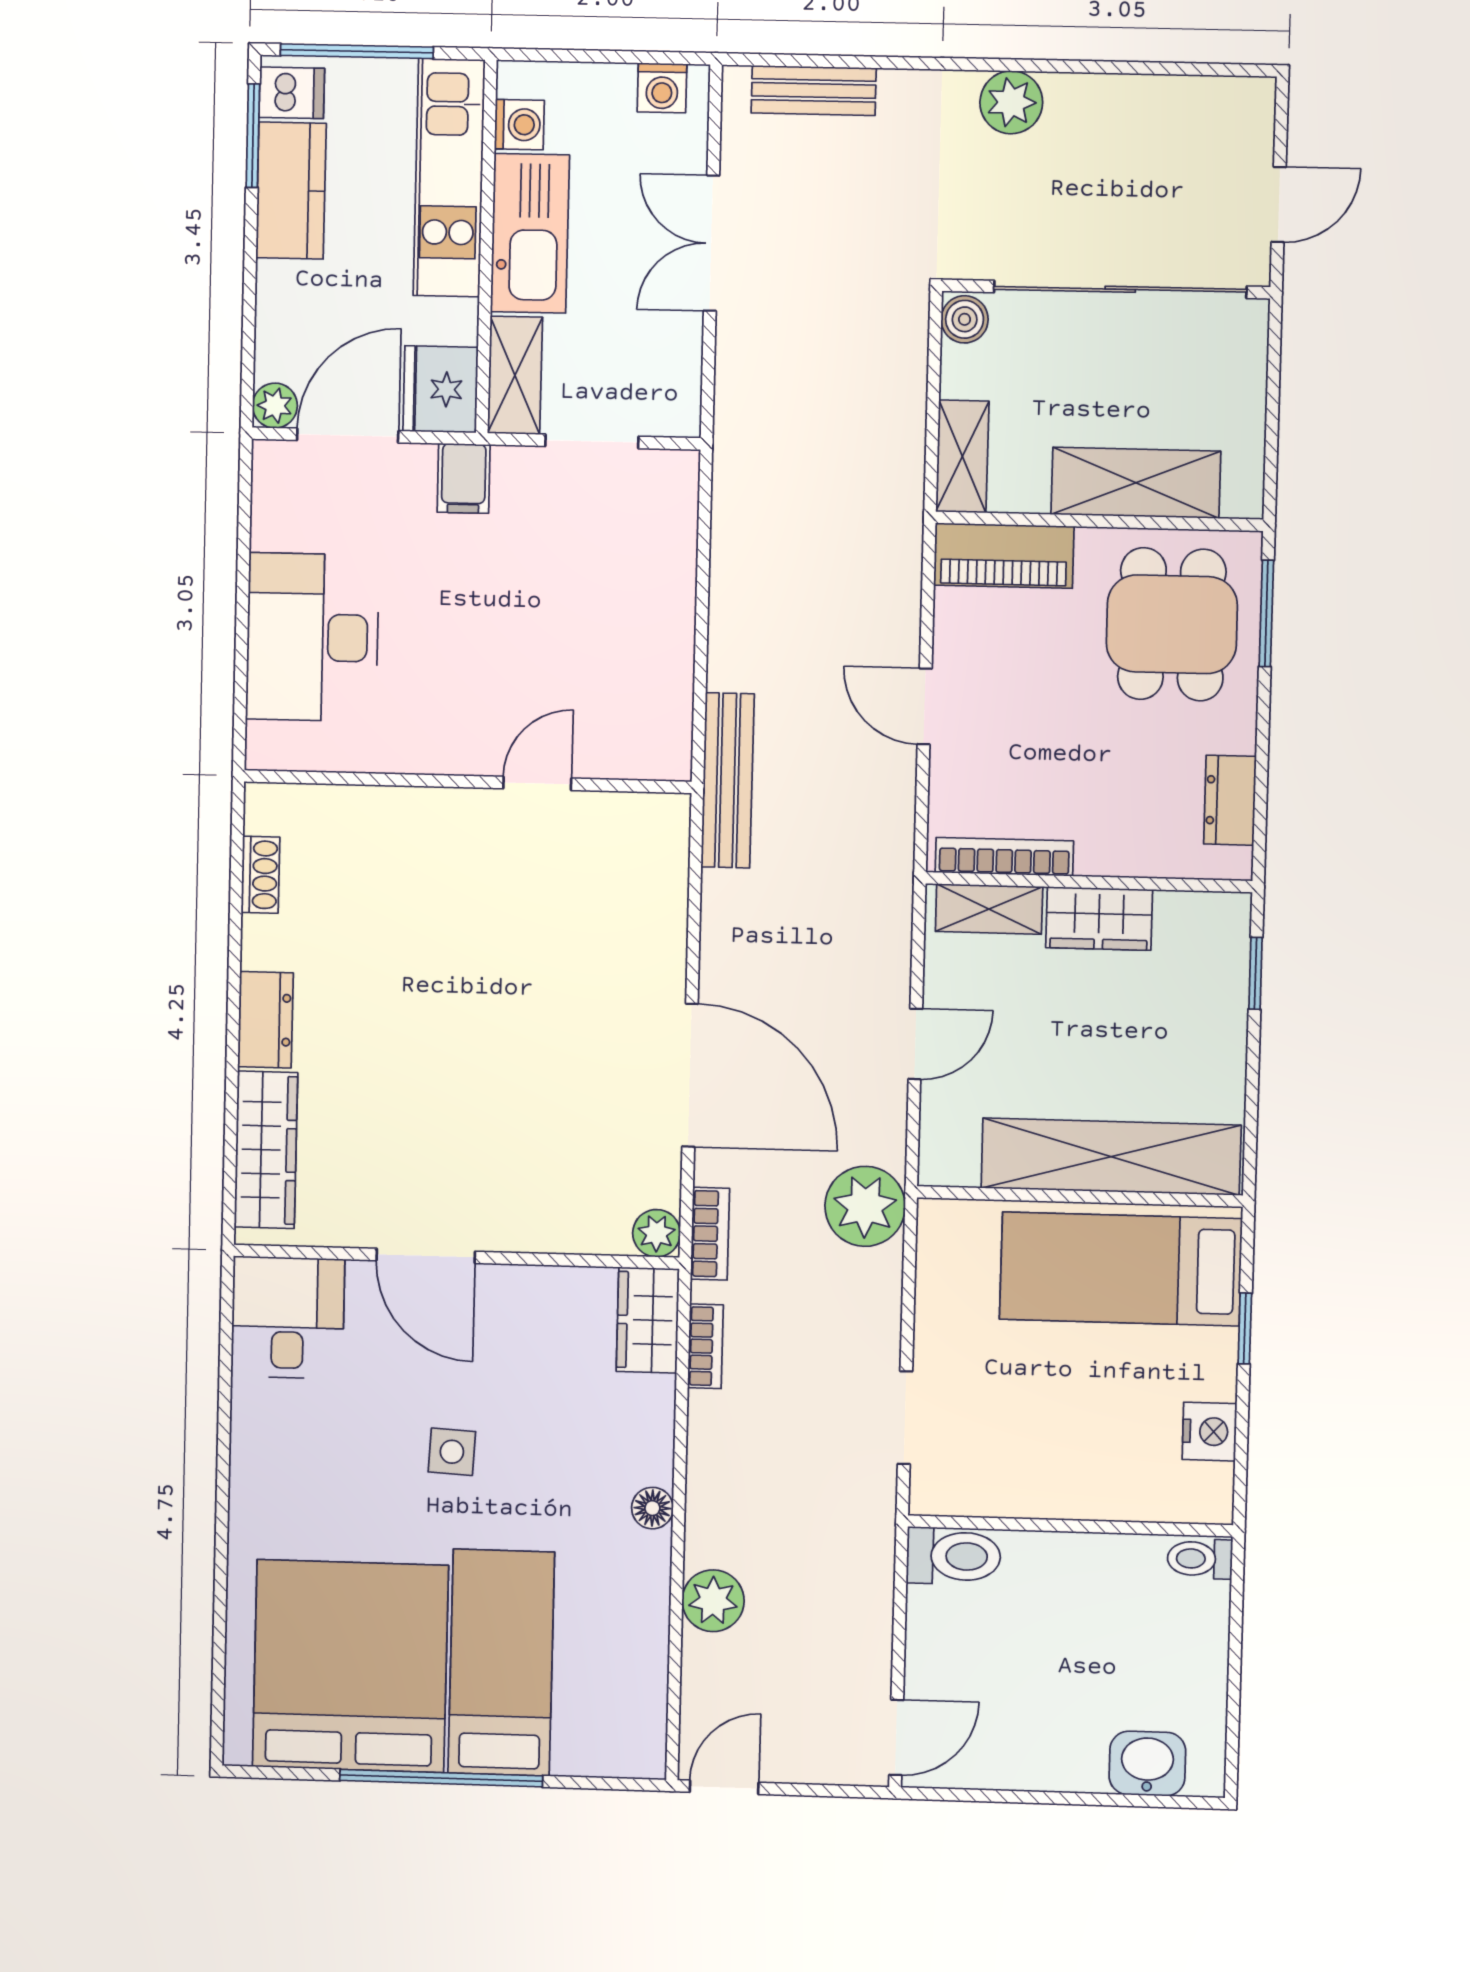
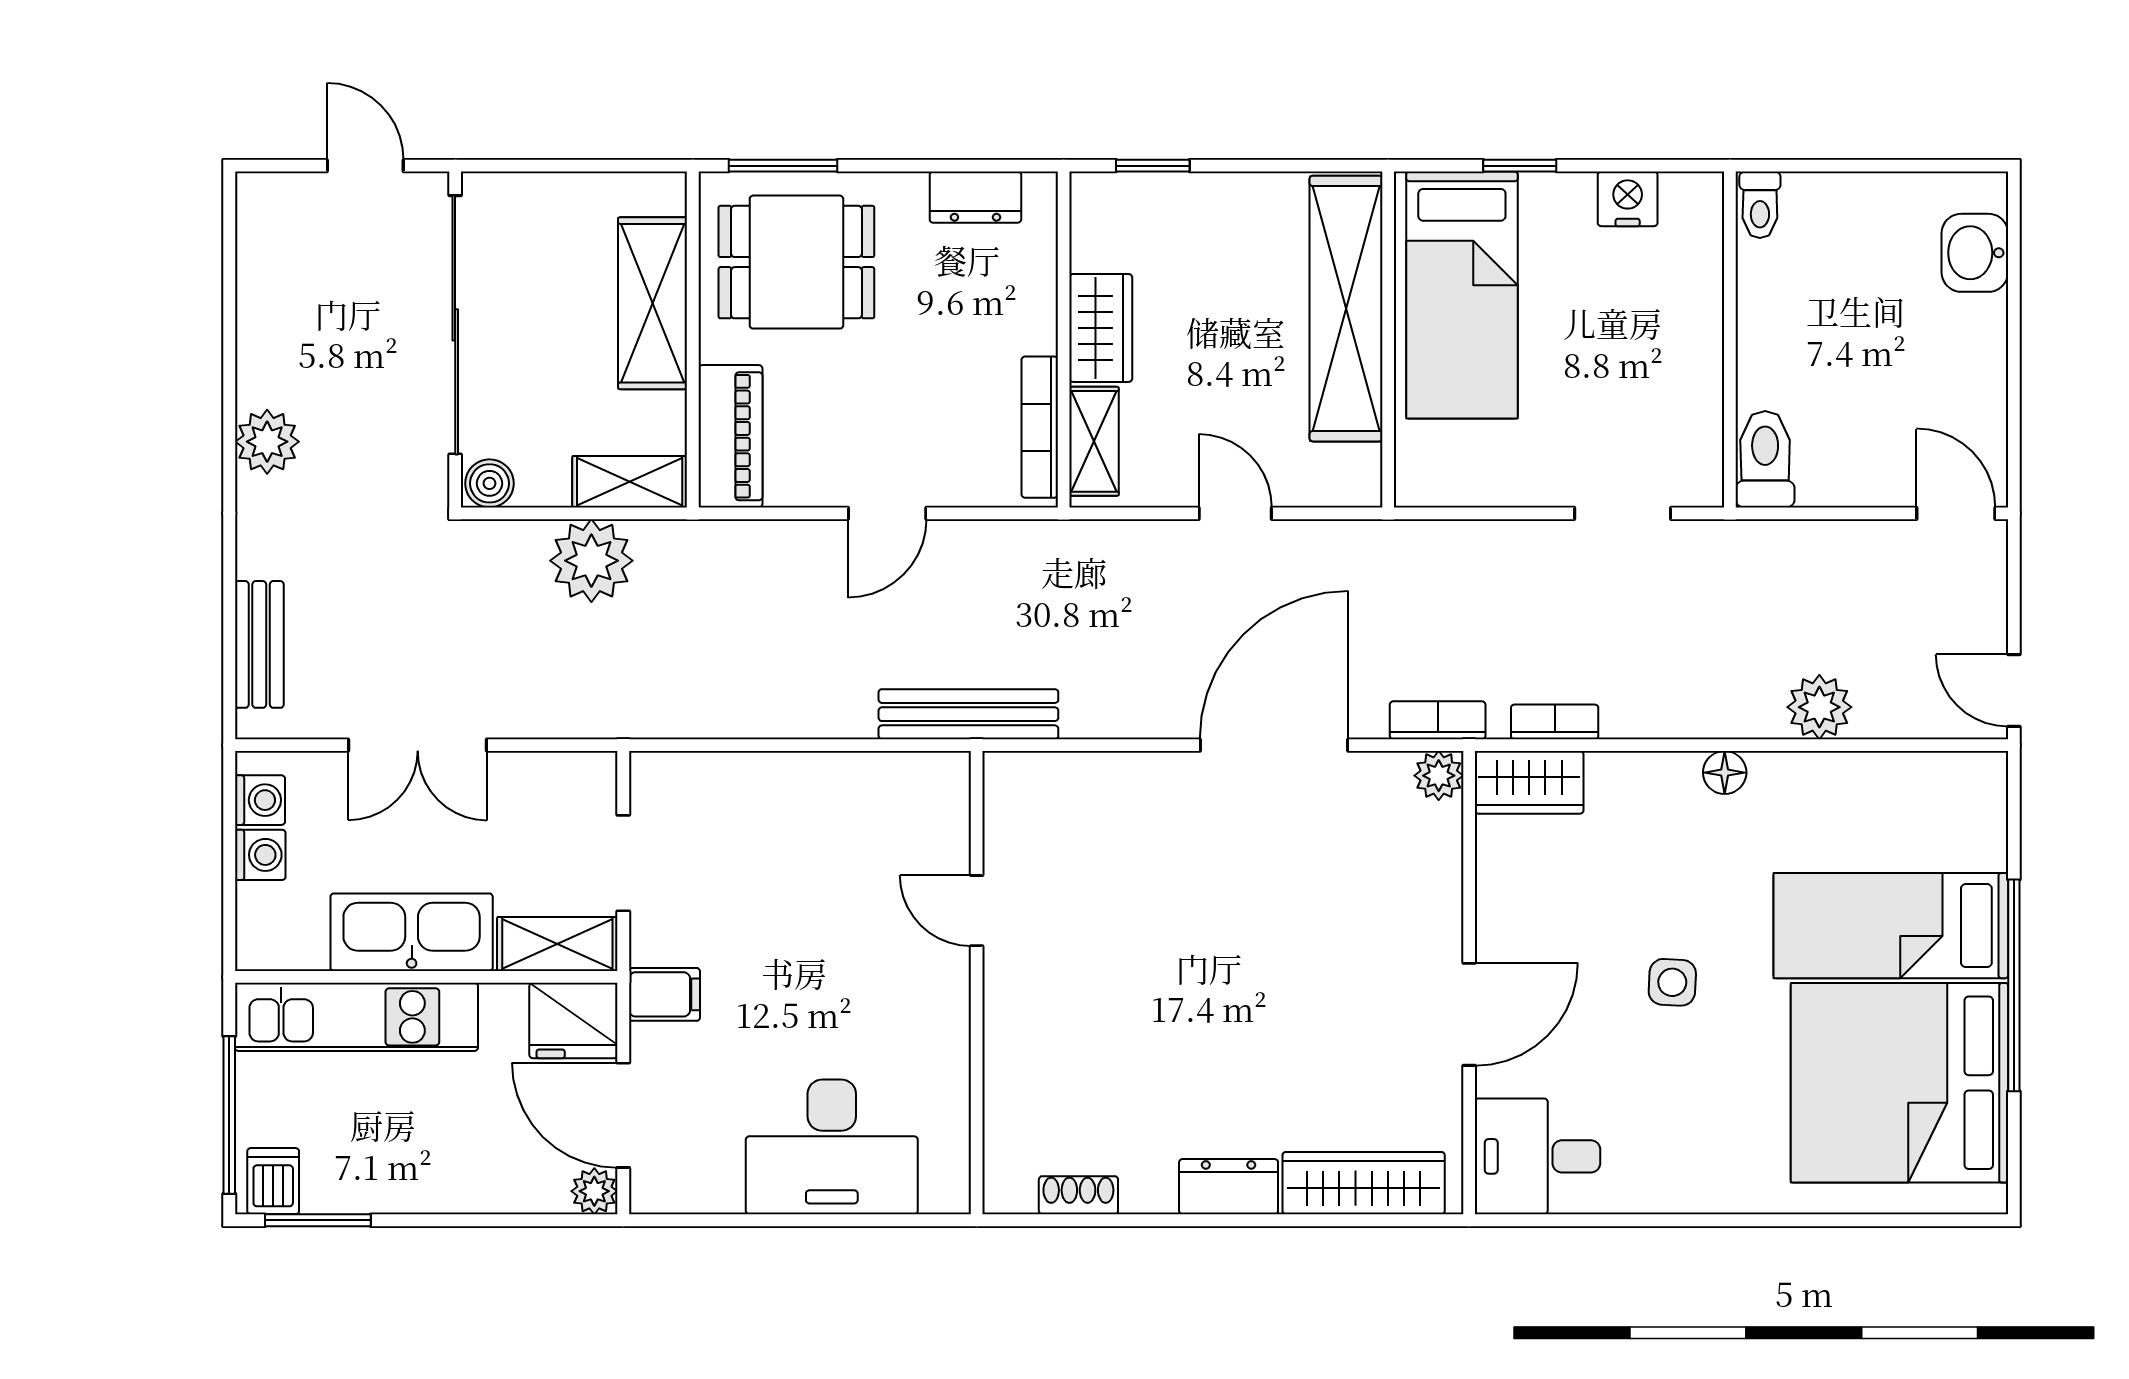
washing machine: (519, 125) -> (260, 855), moved, turned 90
kitchen counter: (291, 191) -> (373, 1180), removed
plant: (865, 1206) -> (591, 561), moved

